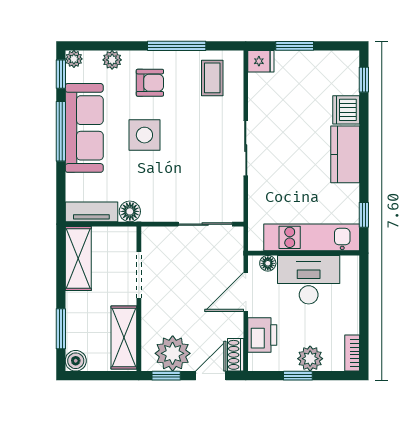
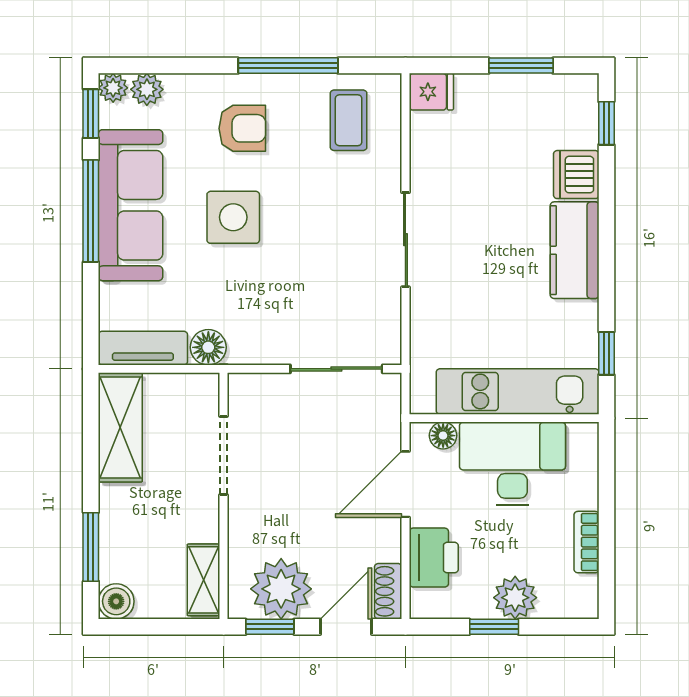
window: (295, 46) -> (521, 66), moved
plant: (112, 60) -> (147, 89), moved
shelving: (124, 338) -> (204, 580), width x0.67, depth x0.75
bookcase: (352, 353) -> (587, 542), moved

